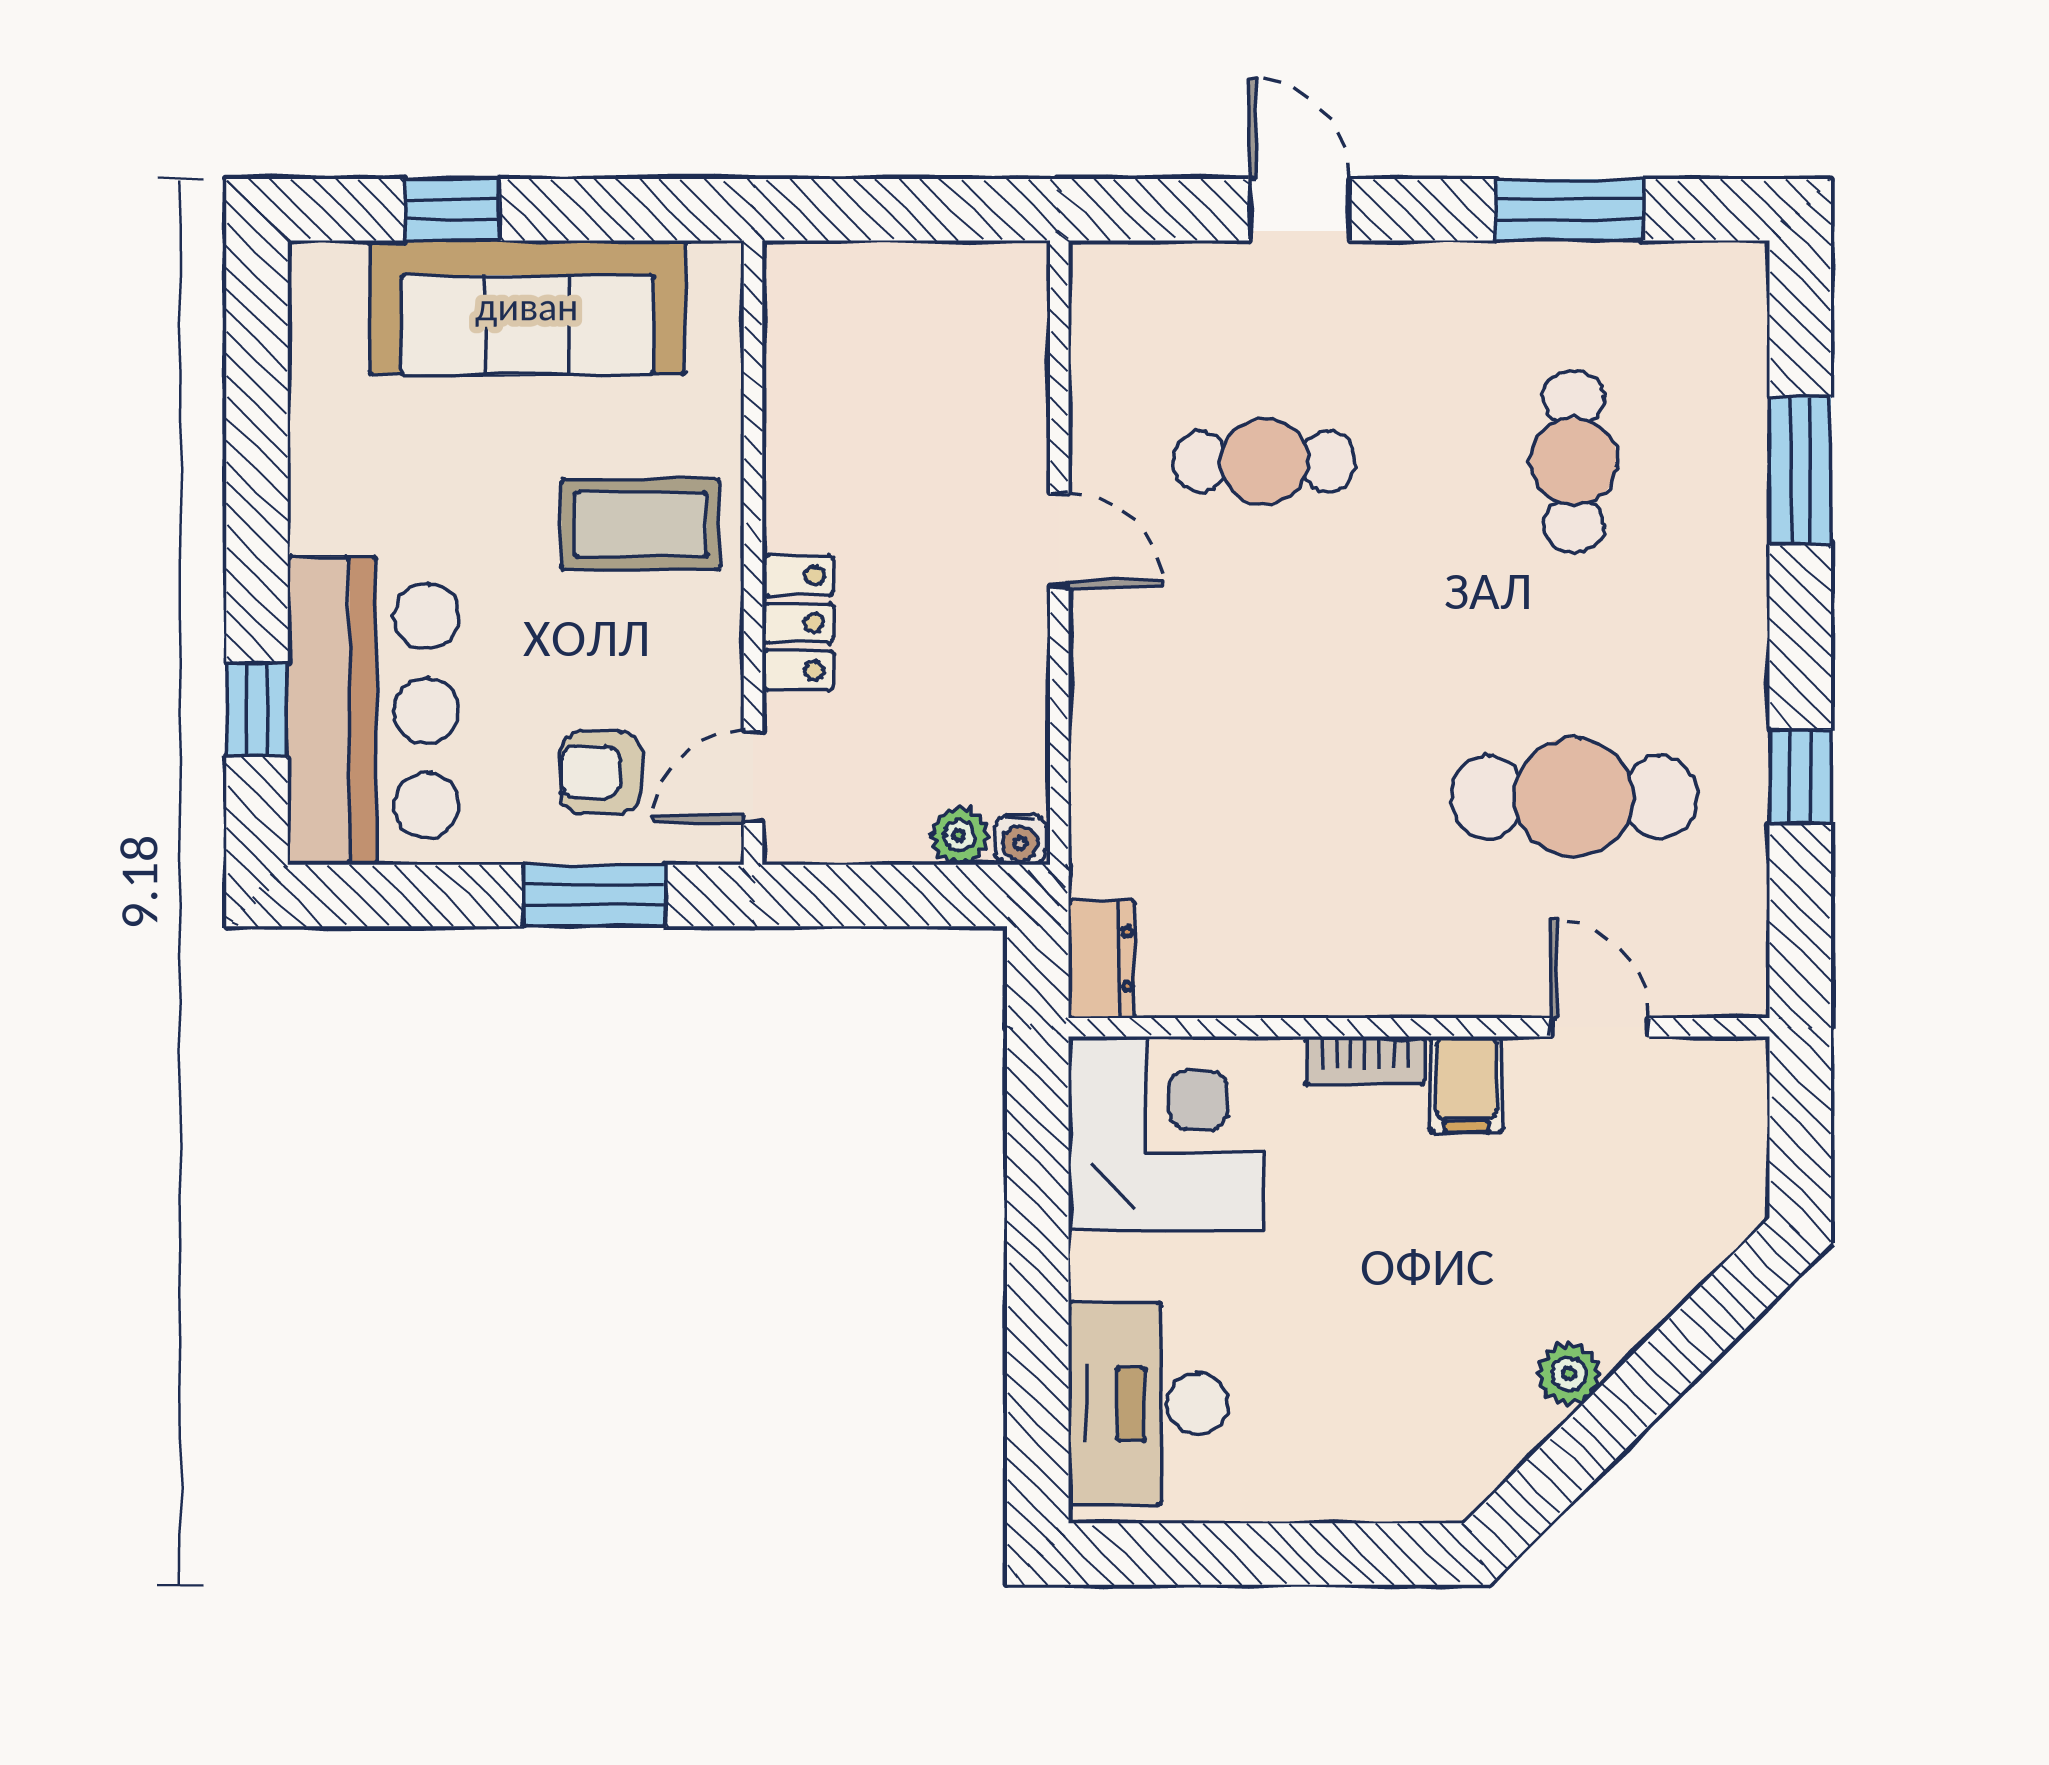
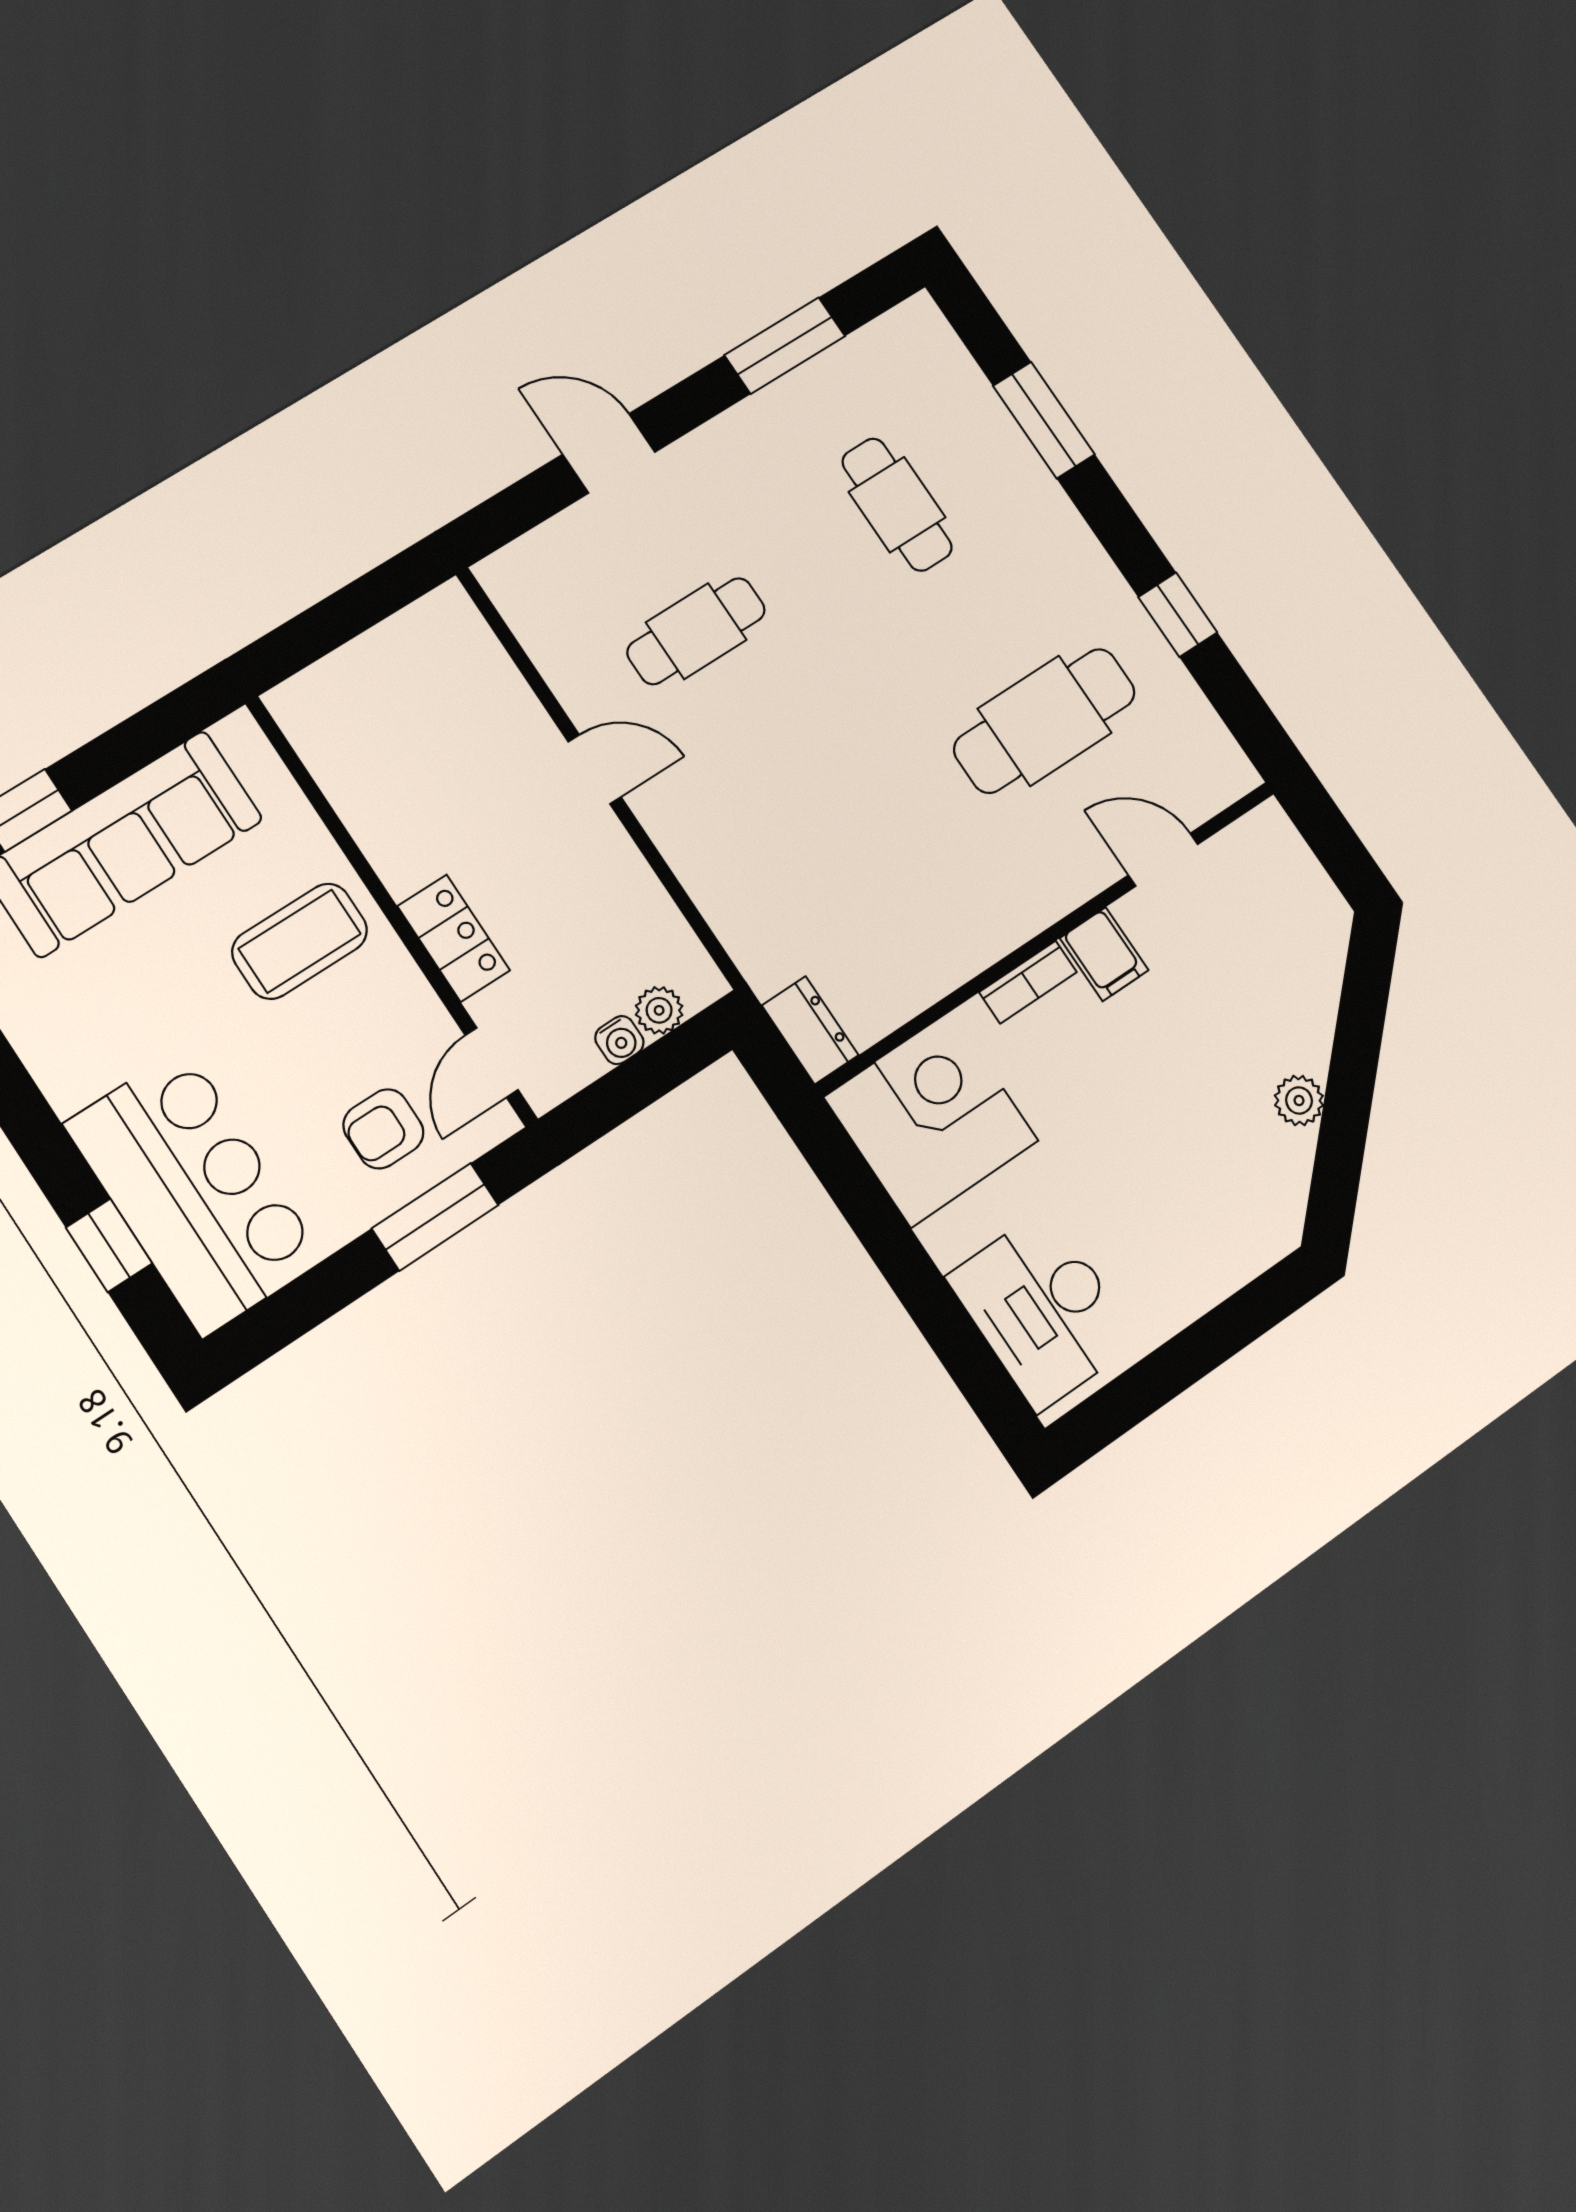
water cooler: (1020, 839) -> (619, 1040), moved

